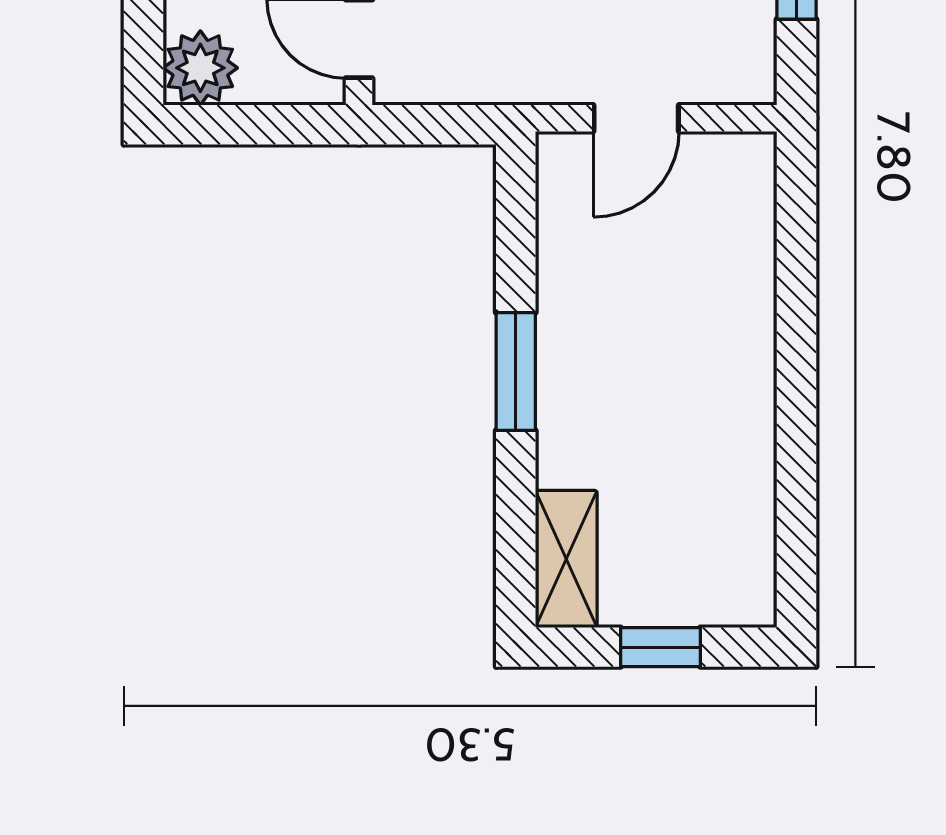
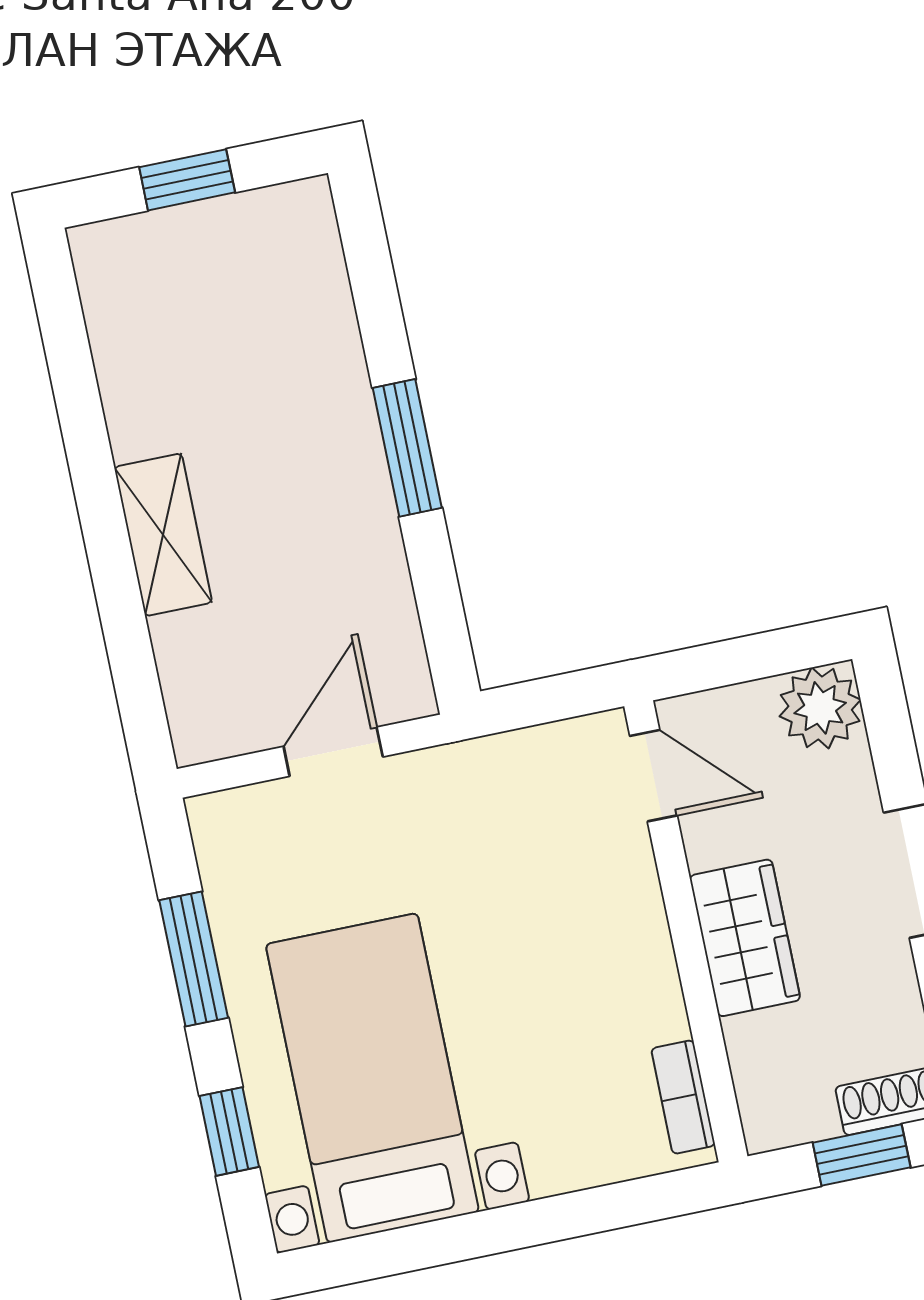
shelving: (566, 559) -> (163, 535), moved

